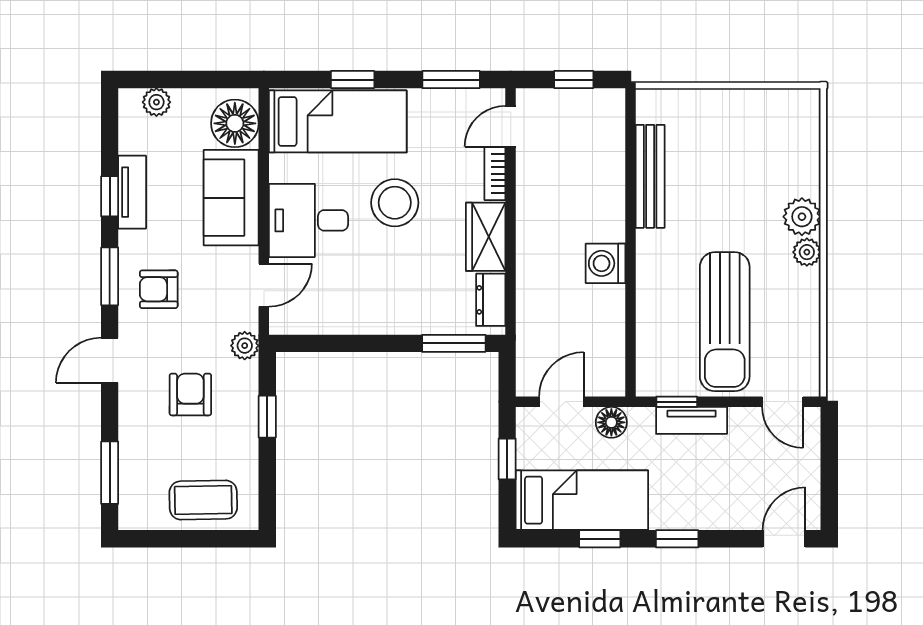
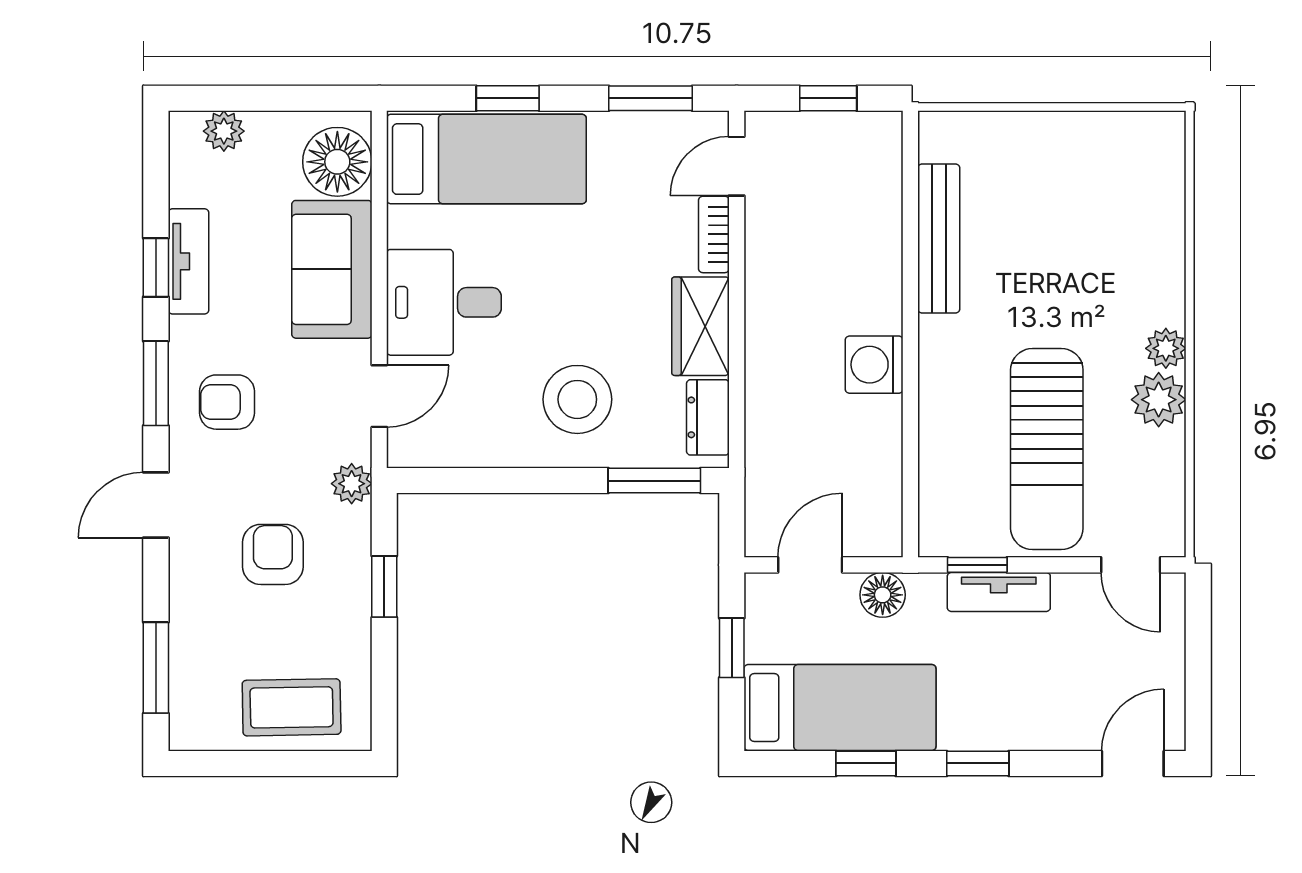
stool: (395, 203) -> (577, 399), moved
plant: (802, 217) -> (1159, 400), moved

